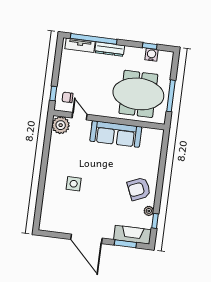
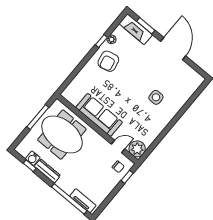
dresser: (110, 49) -> (47, 171), moved
door: (80, 116) -> (118, 146), swing flipped
armchair: (139, 189) -> (108, 61), turned 101
window: (155, 221) -> (101, 41), moved

